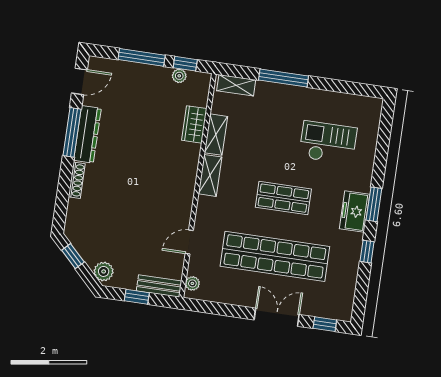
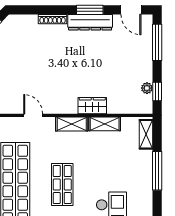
window: (142, 57) -> (157, 42), moved
wardrobe: (194, 124) -> (92, 106), moved
window: (72, 132) -> (90, 10), width x0.69
door: (189, 242) -> (33, 115), moved

